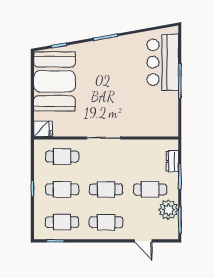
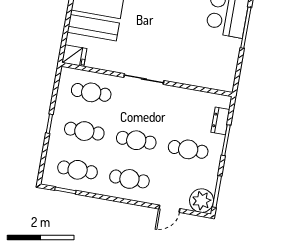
plant: (168, 210) -> (202, 201), moved
door: (143, 241) -> (169, 209), hinge flipped

